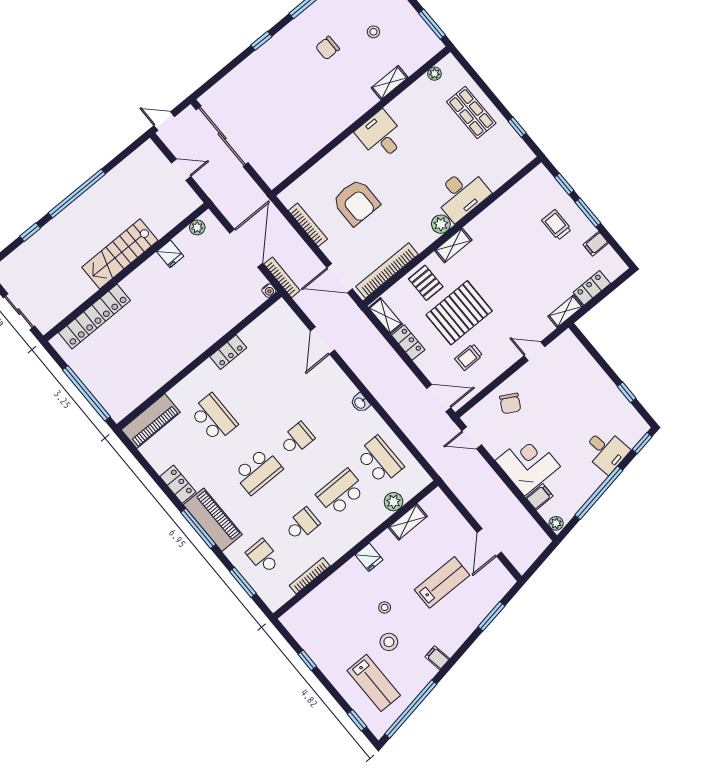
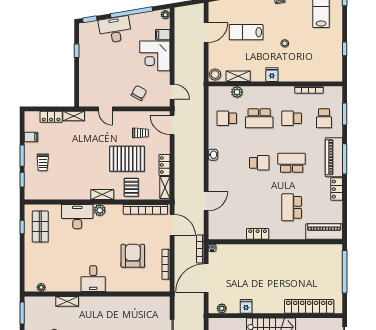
shop shelf: (471, 113) -> (40, 227), moved
school desk: (297, 439) -> (259, 163), turned 180
desk: (606, 451) -> (115, 30), width x1.37
school desk: (380, 460) -> (227, 118), width x0.54
stool: (389, 642) -> (215, 75), moved

